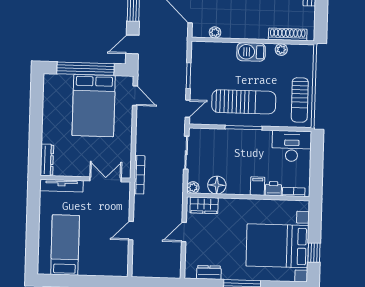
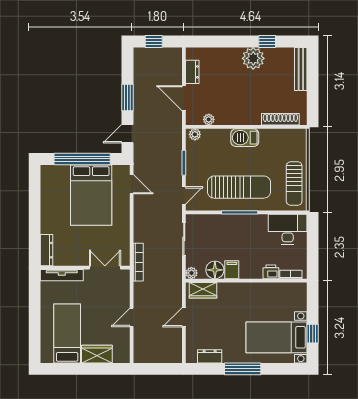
plant: (281, 50) -> (195, 134), moved
filing cabinet: (258, 186) -> (232, 270), moved
bed with nightstands: (277, 246) -> (276, 337), width x0.73
wardrobe: (95, 267) -> (97, 354), added

